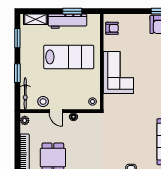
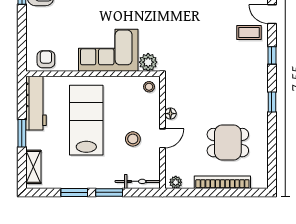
window: (72, 11) -> (22, 133), moved
workbench: (67, 21) -> (36, 103), moved
window: (17, 38) -> (74, 192), moved
plant: (110, 101) -> (148, 62), added
stool: (43, 102) -> (133, 139), moved

